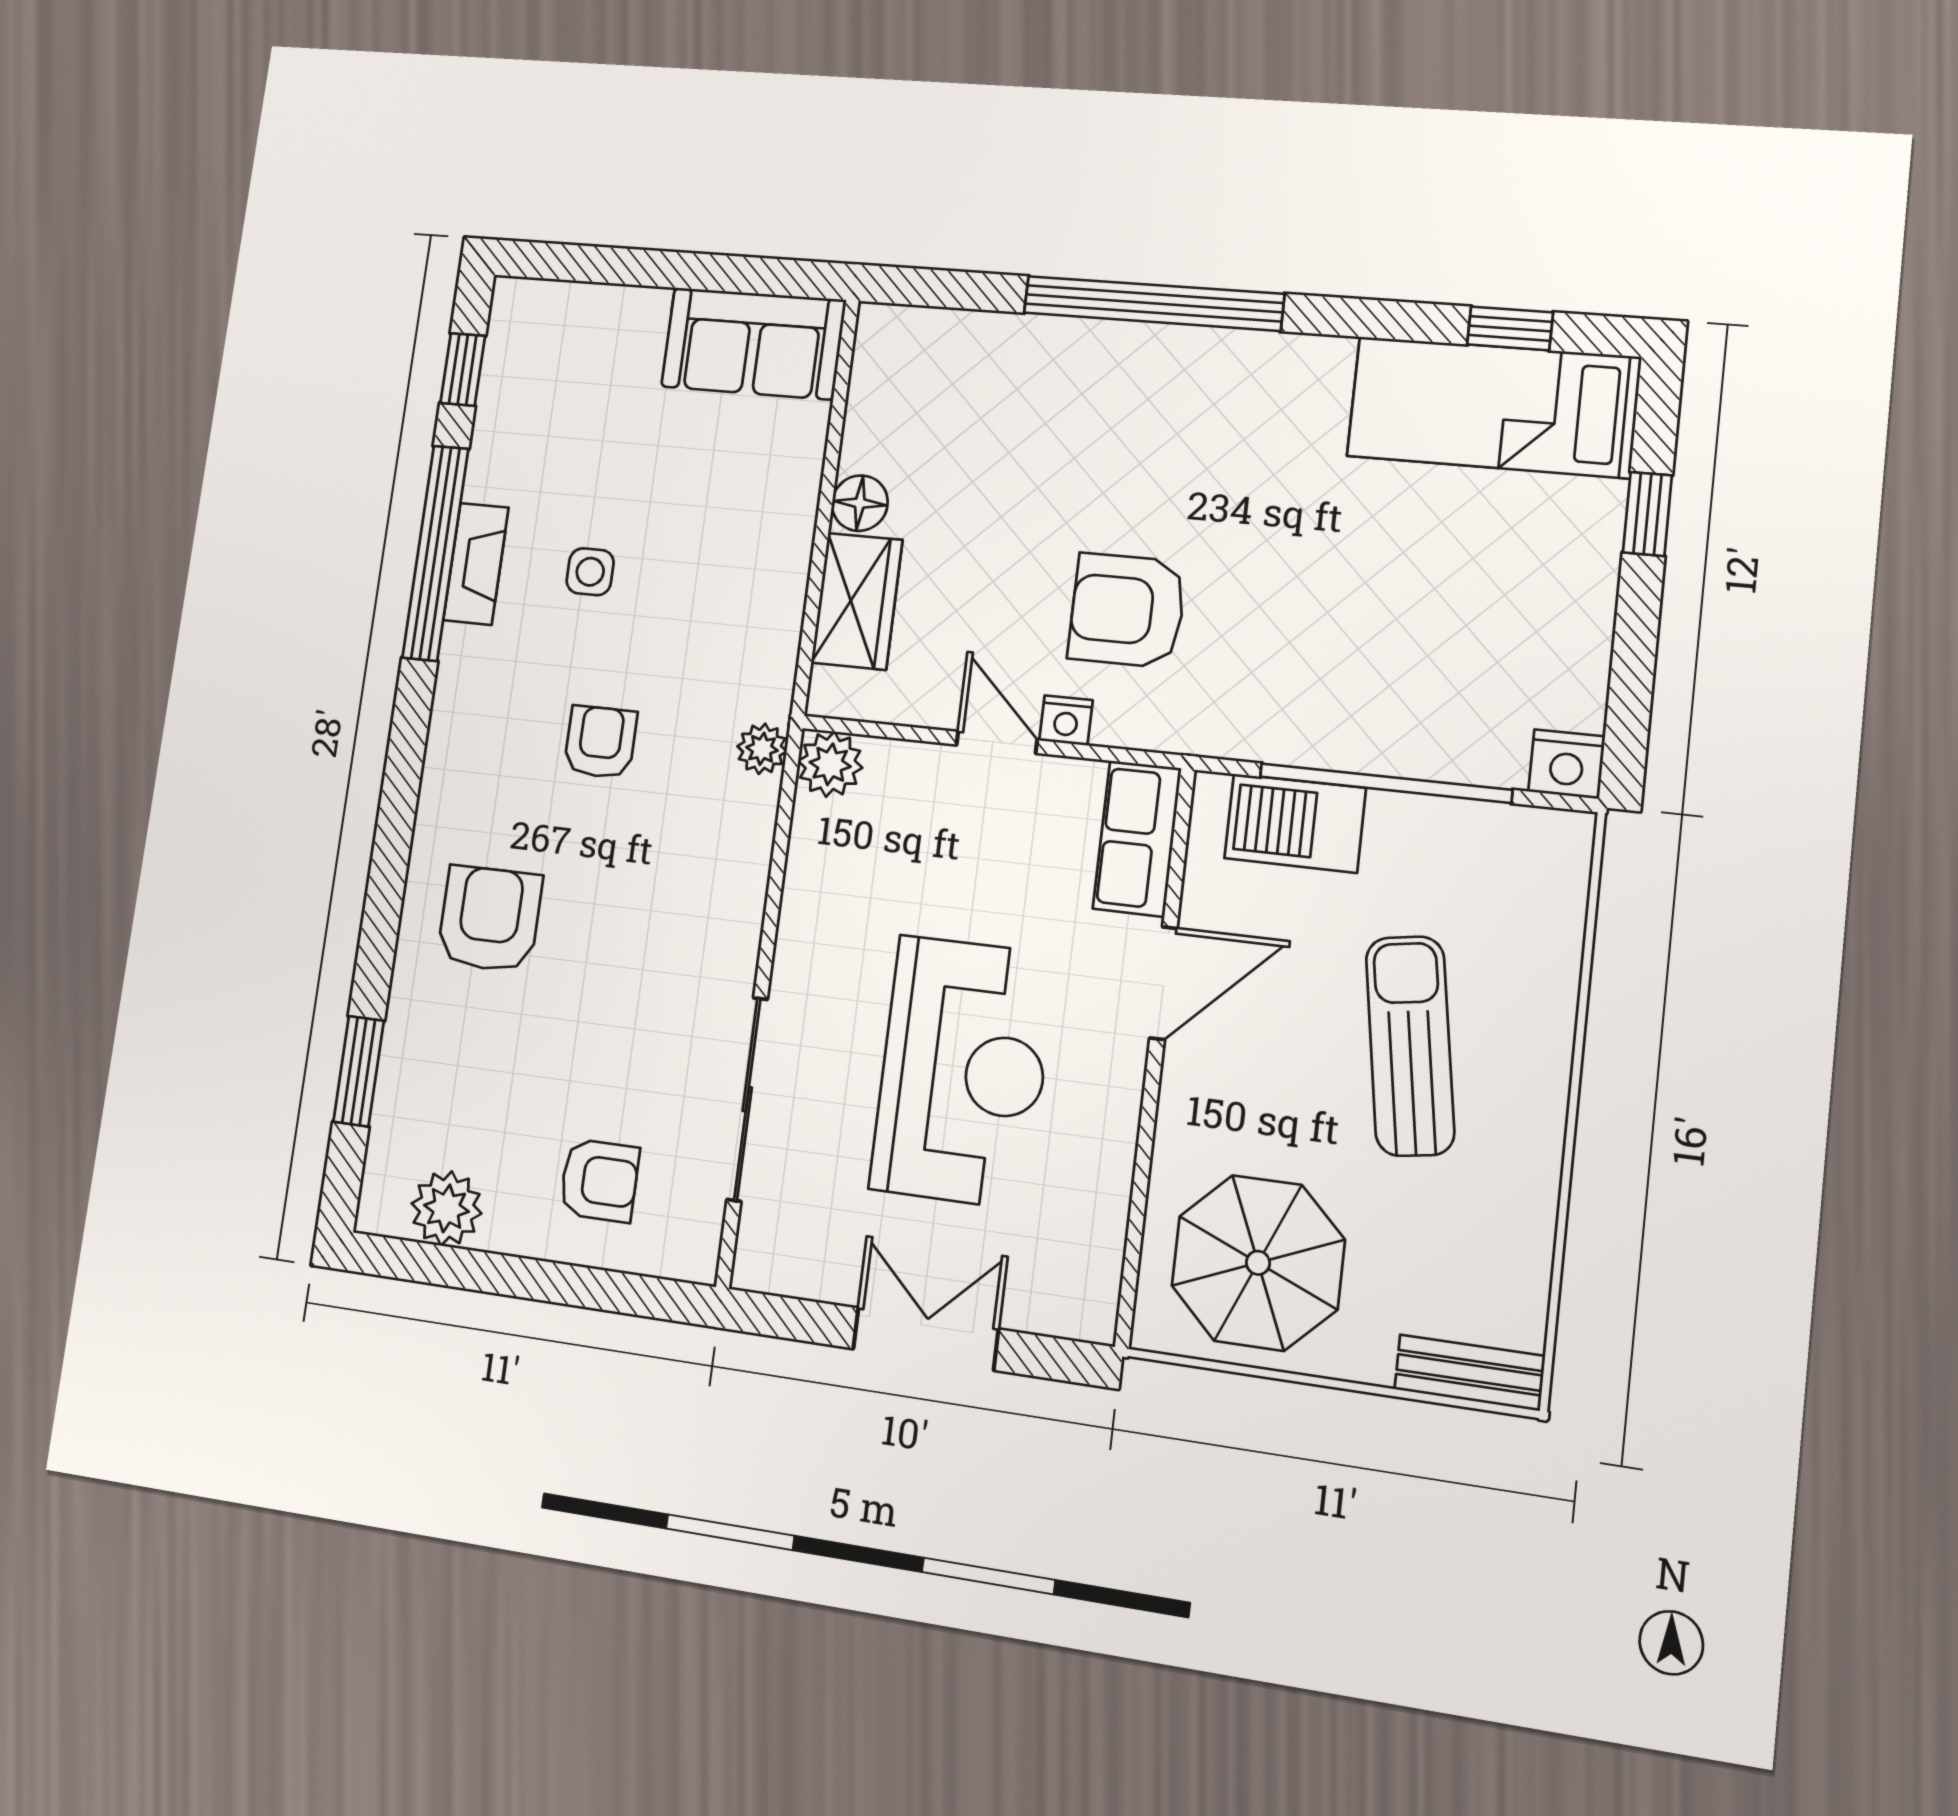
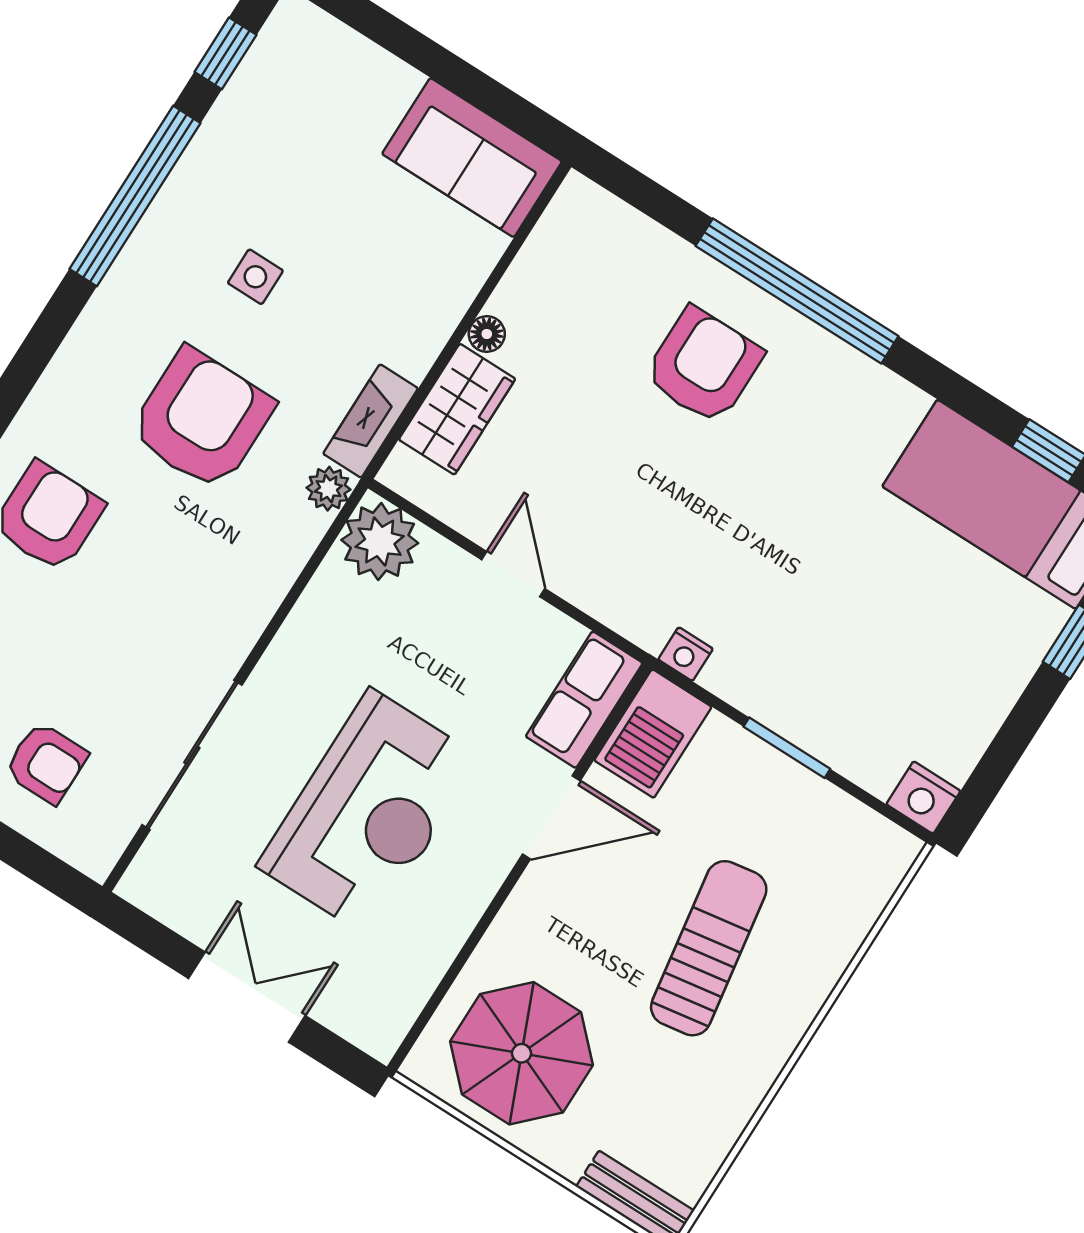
floor lamp: (860, 503) -> (487, 334), width x0.73, depth x0.73
fireplace: (476, 564) -> (371, 421), moved, turned 180
armchair: (1127, 610) -> (704, 366), moved, turned 90
nightstand: (1066, 720) -> (686, 654), moved
armchair: (600, 742) -> (202, 419), width x1.88, depth x1.88
plant: (830, 764) -> (380, 542), width x1.36, depth x1.36
window: (1385, 783) -> (787, 748), width x0.47
barbecue: (1295, 823) -> (653, 734), moved, turned -90

